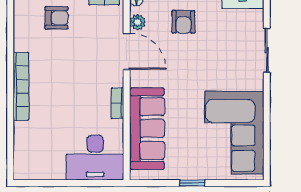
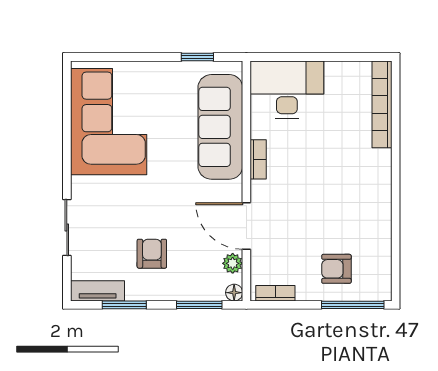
armchair: (183, 22) -> (152, 254), moved
bookcase: (21, 86) -> (382, 104), moved
window: (192, 183) -> (197, 57), moved

